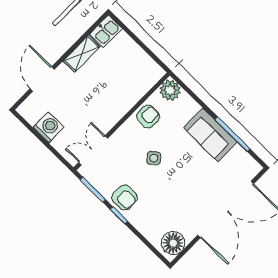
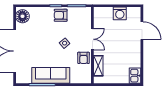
shelving: (82, 54) -> (98, 66), moved
plant: (170, 90) -> (85, 77), removed
sofa: (210, 135) -> (51, 75), width x1.36
double door: (93, 150) -> (92, 39), moved

